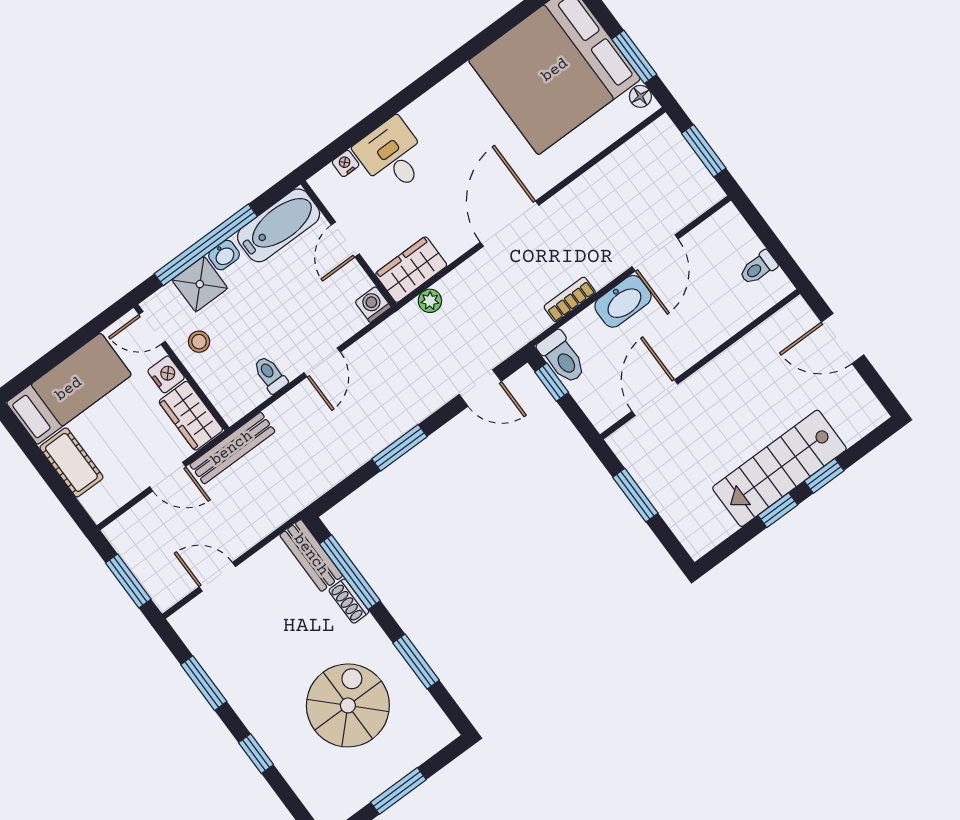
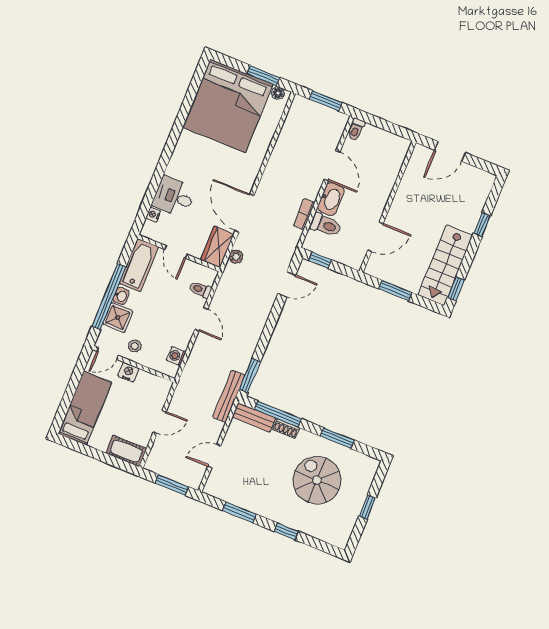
door: (509, 224) -> (244, 213), moved
toilet: (758, 268) -> (356, 129), moved
washing machine: (373, 304) -> (176, 356), moved
toilet: (562, 357) -> (326, 225), moved
toilet: (270, 375) -> (200, 290), moved
door: (655, 398) -> (375, 237), swing flipped
wardrobe: (191, 416) -> (153, 385), removed
bench: (232, 448) -> (229, 396), moved
window: (399, 448) -> (250, 375), moved
cot: (71, 462) -> (126, 451), moved
stairs: (779, 468) -> (445, 265), moved
window: (778, 510) -> (456, 289), moved
window: (398, 791) -> (367, 507), width x0.67

